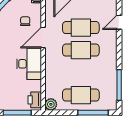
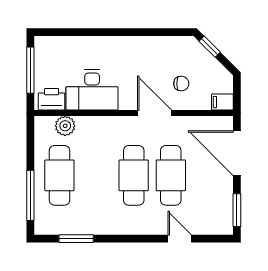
desk: (29, 64) -> (92, 90), moved
window: (119, 85) -> (76, 239), width x0.69
plant: (51, 104) -> (65, 126), moved

